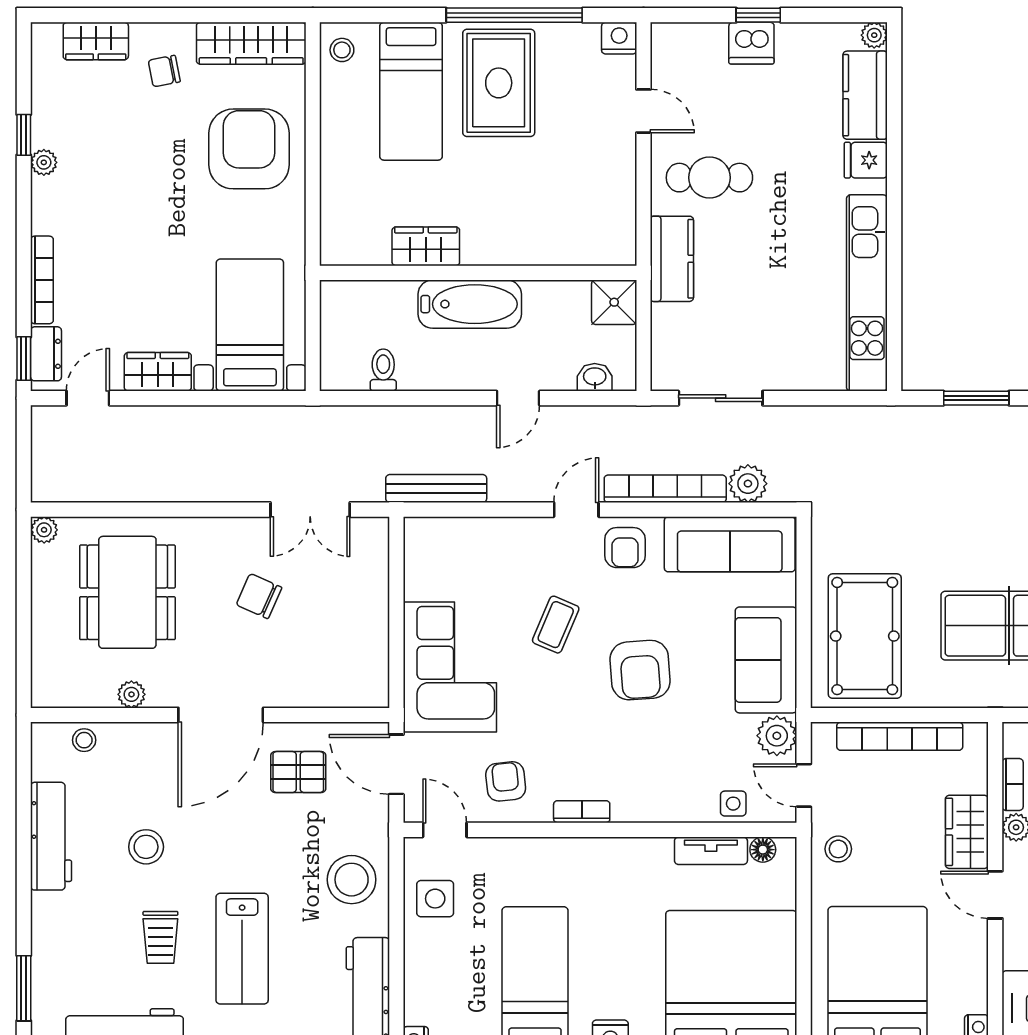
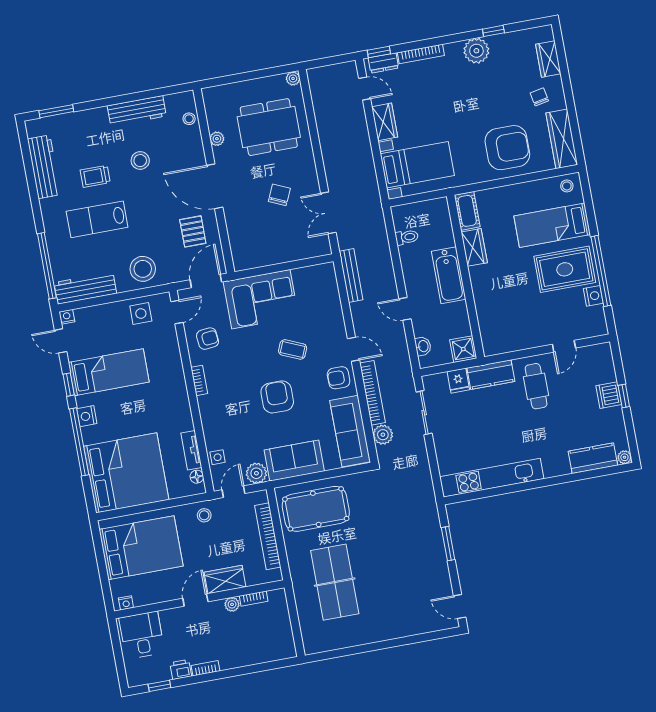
nightstand: (619, 38) -> (593, 296), moved
fridge: (866, 160) -> (458, 381), moved, turned 180
plant: (44, 162) -> (476, 51), width x1.87, depth x1.87
cot: (355, 247) -> (467, 211), added
armchair: (640, 670) -> (277, 397), turned 94

